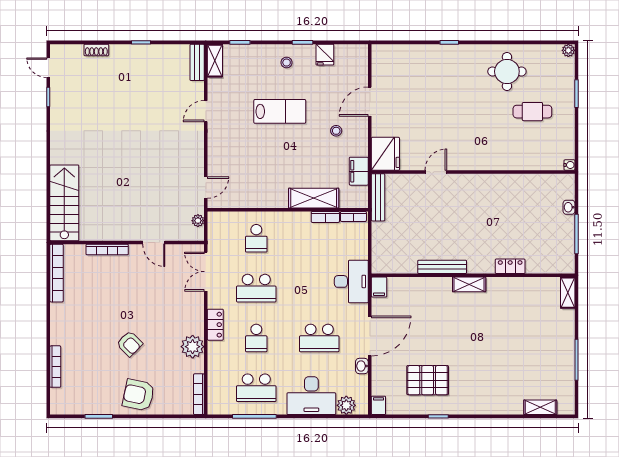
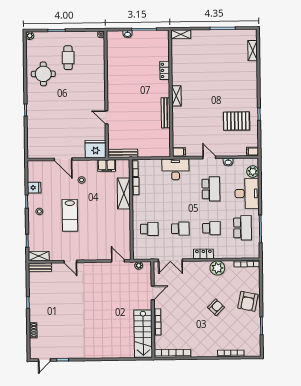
lab bench: (280, 111) -> (70, 215), turned 180
stairs: (64, 203) -> (143, 334), moved, turned -90
school desk: (256, 288) -> (180, 229), width x0.54
door: (370, 336) -> (209, 157), width x0.53
pallet: (428, 380) -> (236, 121), turned 90

